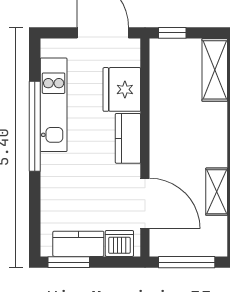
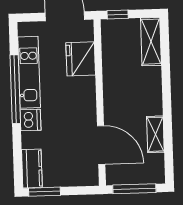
kitchen counter: (128, 138) -> (87, 96), removed
dishwasher: (119, 243) -> (31, 120), moved, turned 90
kitchen counter: (78, 244) -> (32, 169), moved, turned 90

